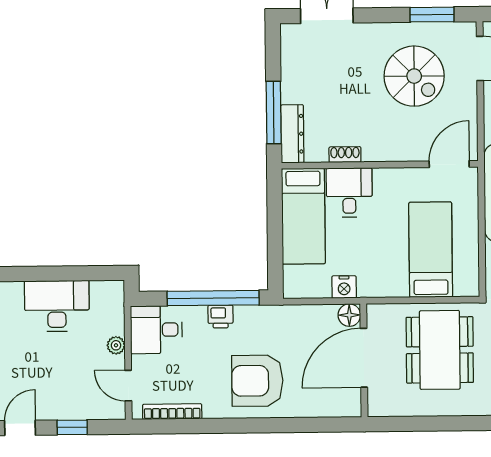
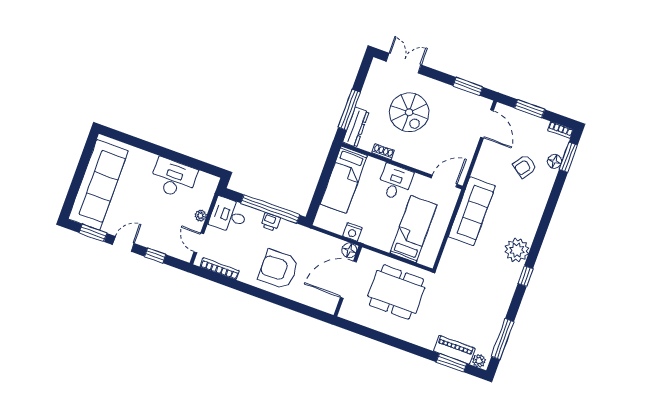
spiral stairs: (414, 76) -> (409, 112), moved
desk: (349, 193) -> (395, 182), moved
dining table: (440, 350) -> (396, 292), turned 90

